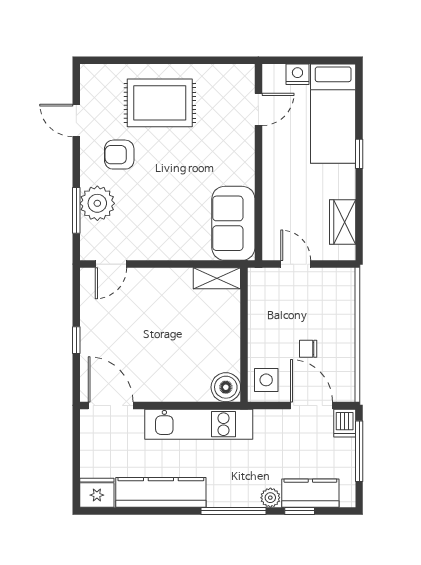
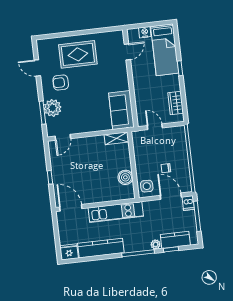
boiler: (226, 387) -> (125, 177), moved

